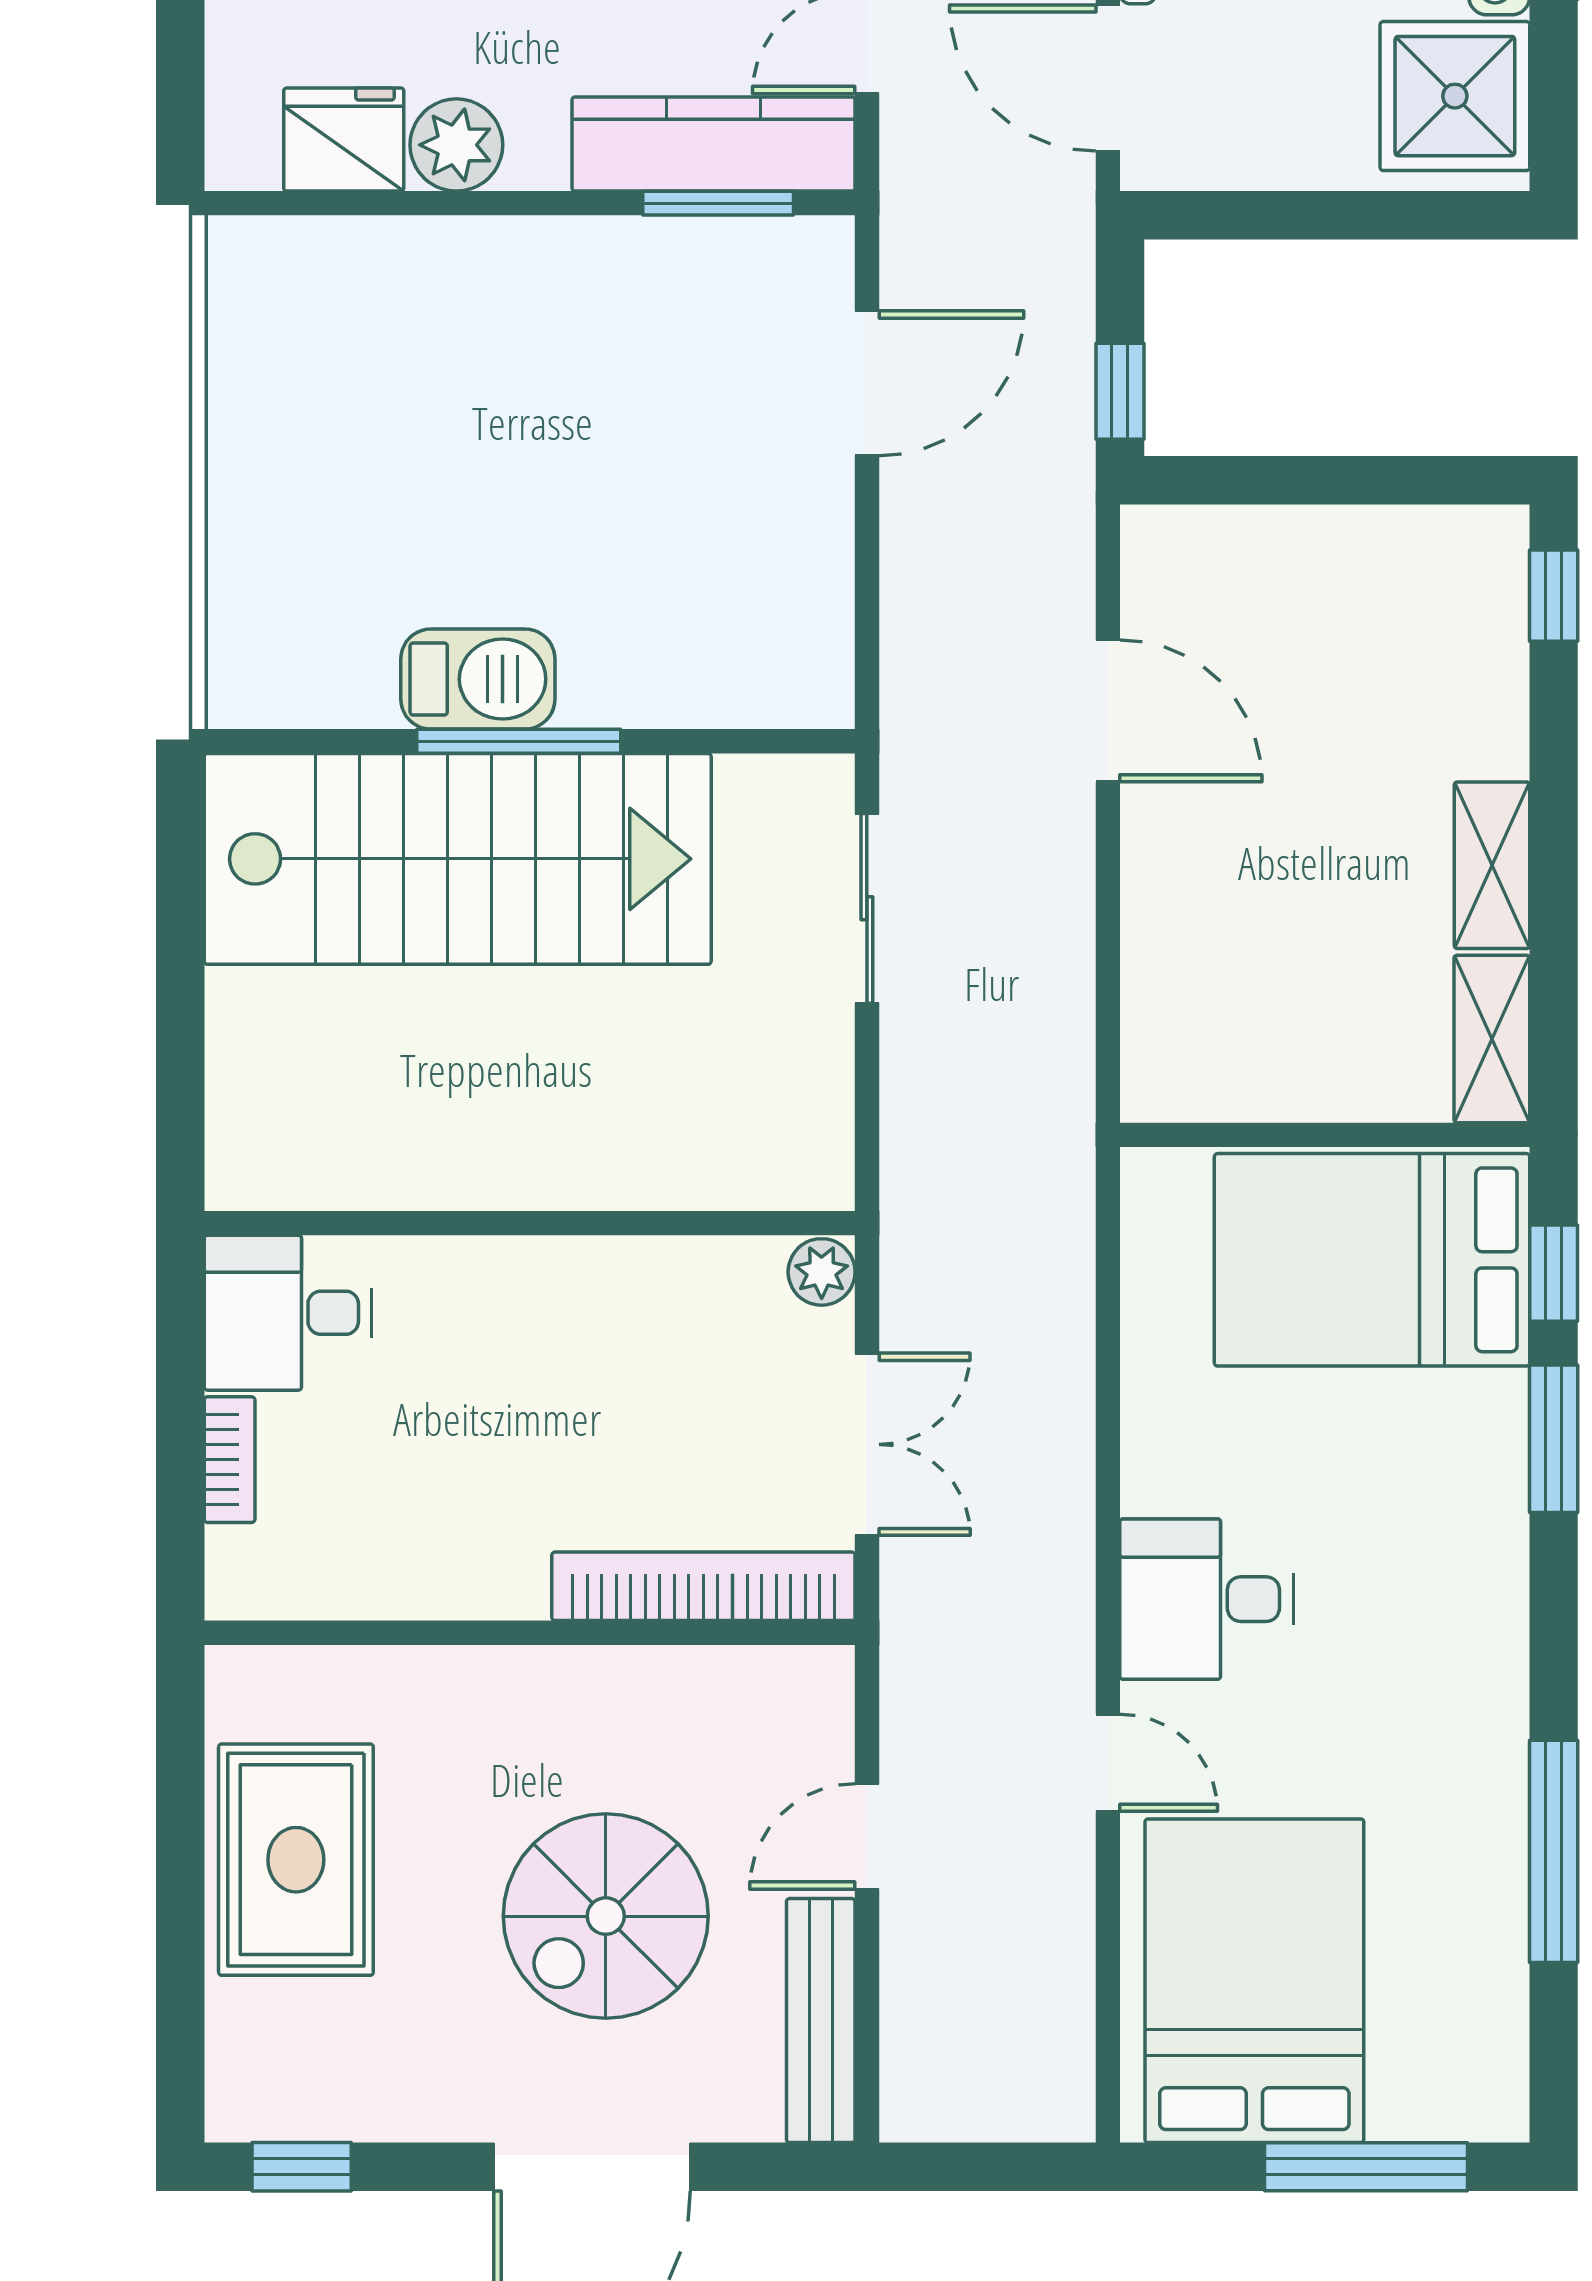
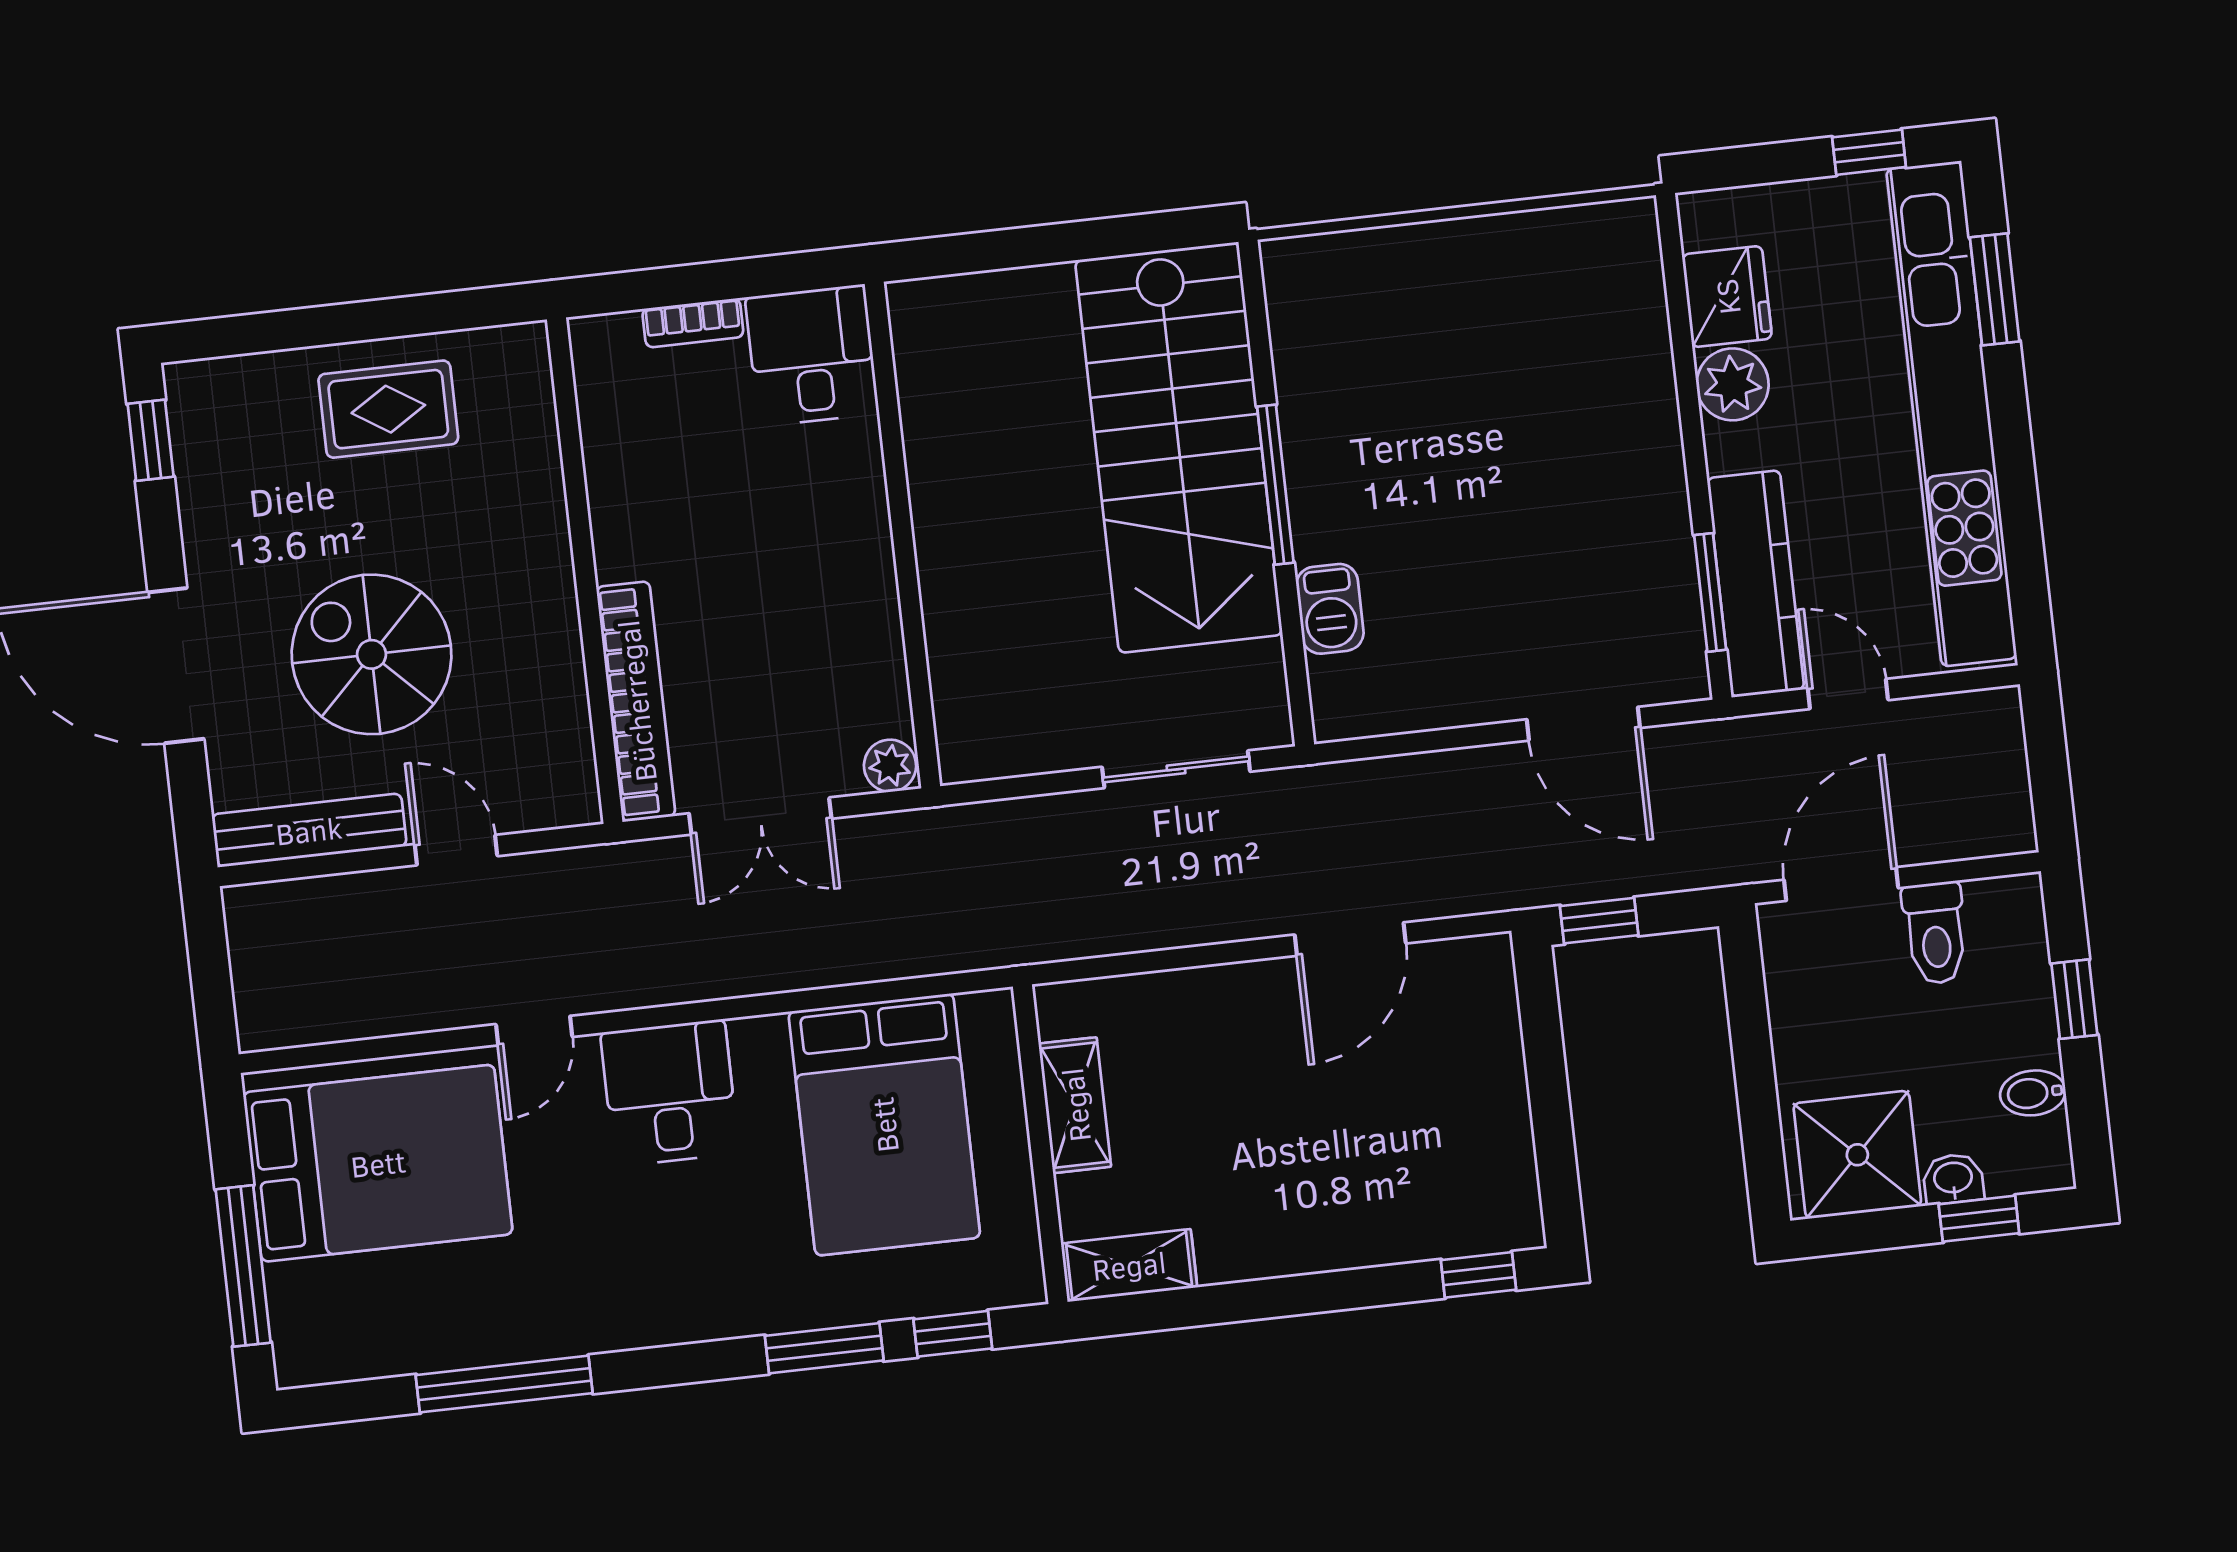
barbecue: (478, 679) -> (1330, 609), moved, width x0.73, depth x0.79
shelving: (1492, 865) -> (1075, 1105), moved, turned 90
bed: (1372, 1260) -> (884, 1125), moved, turned 180
rug: (296, 1860) -> (388, 409), width x0.73, depth x0.70

